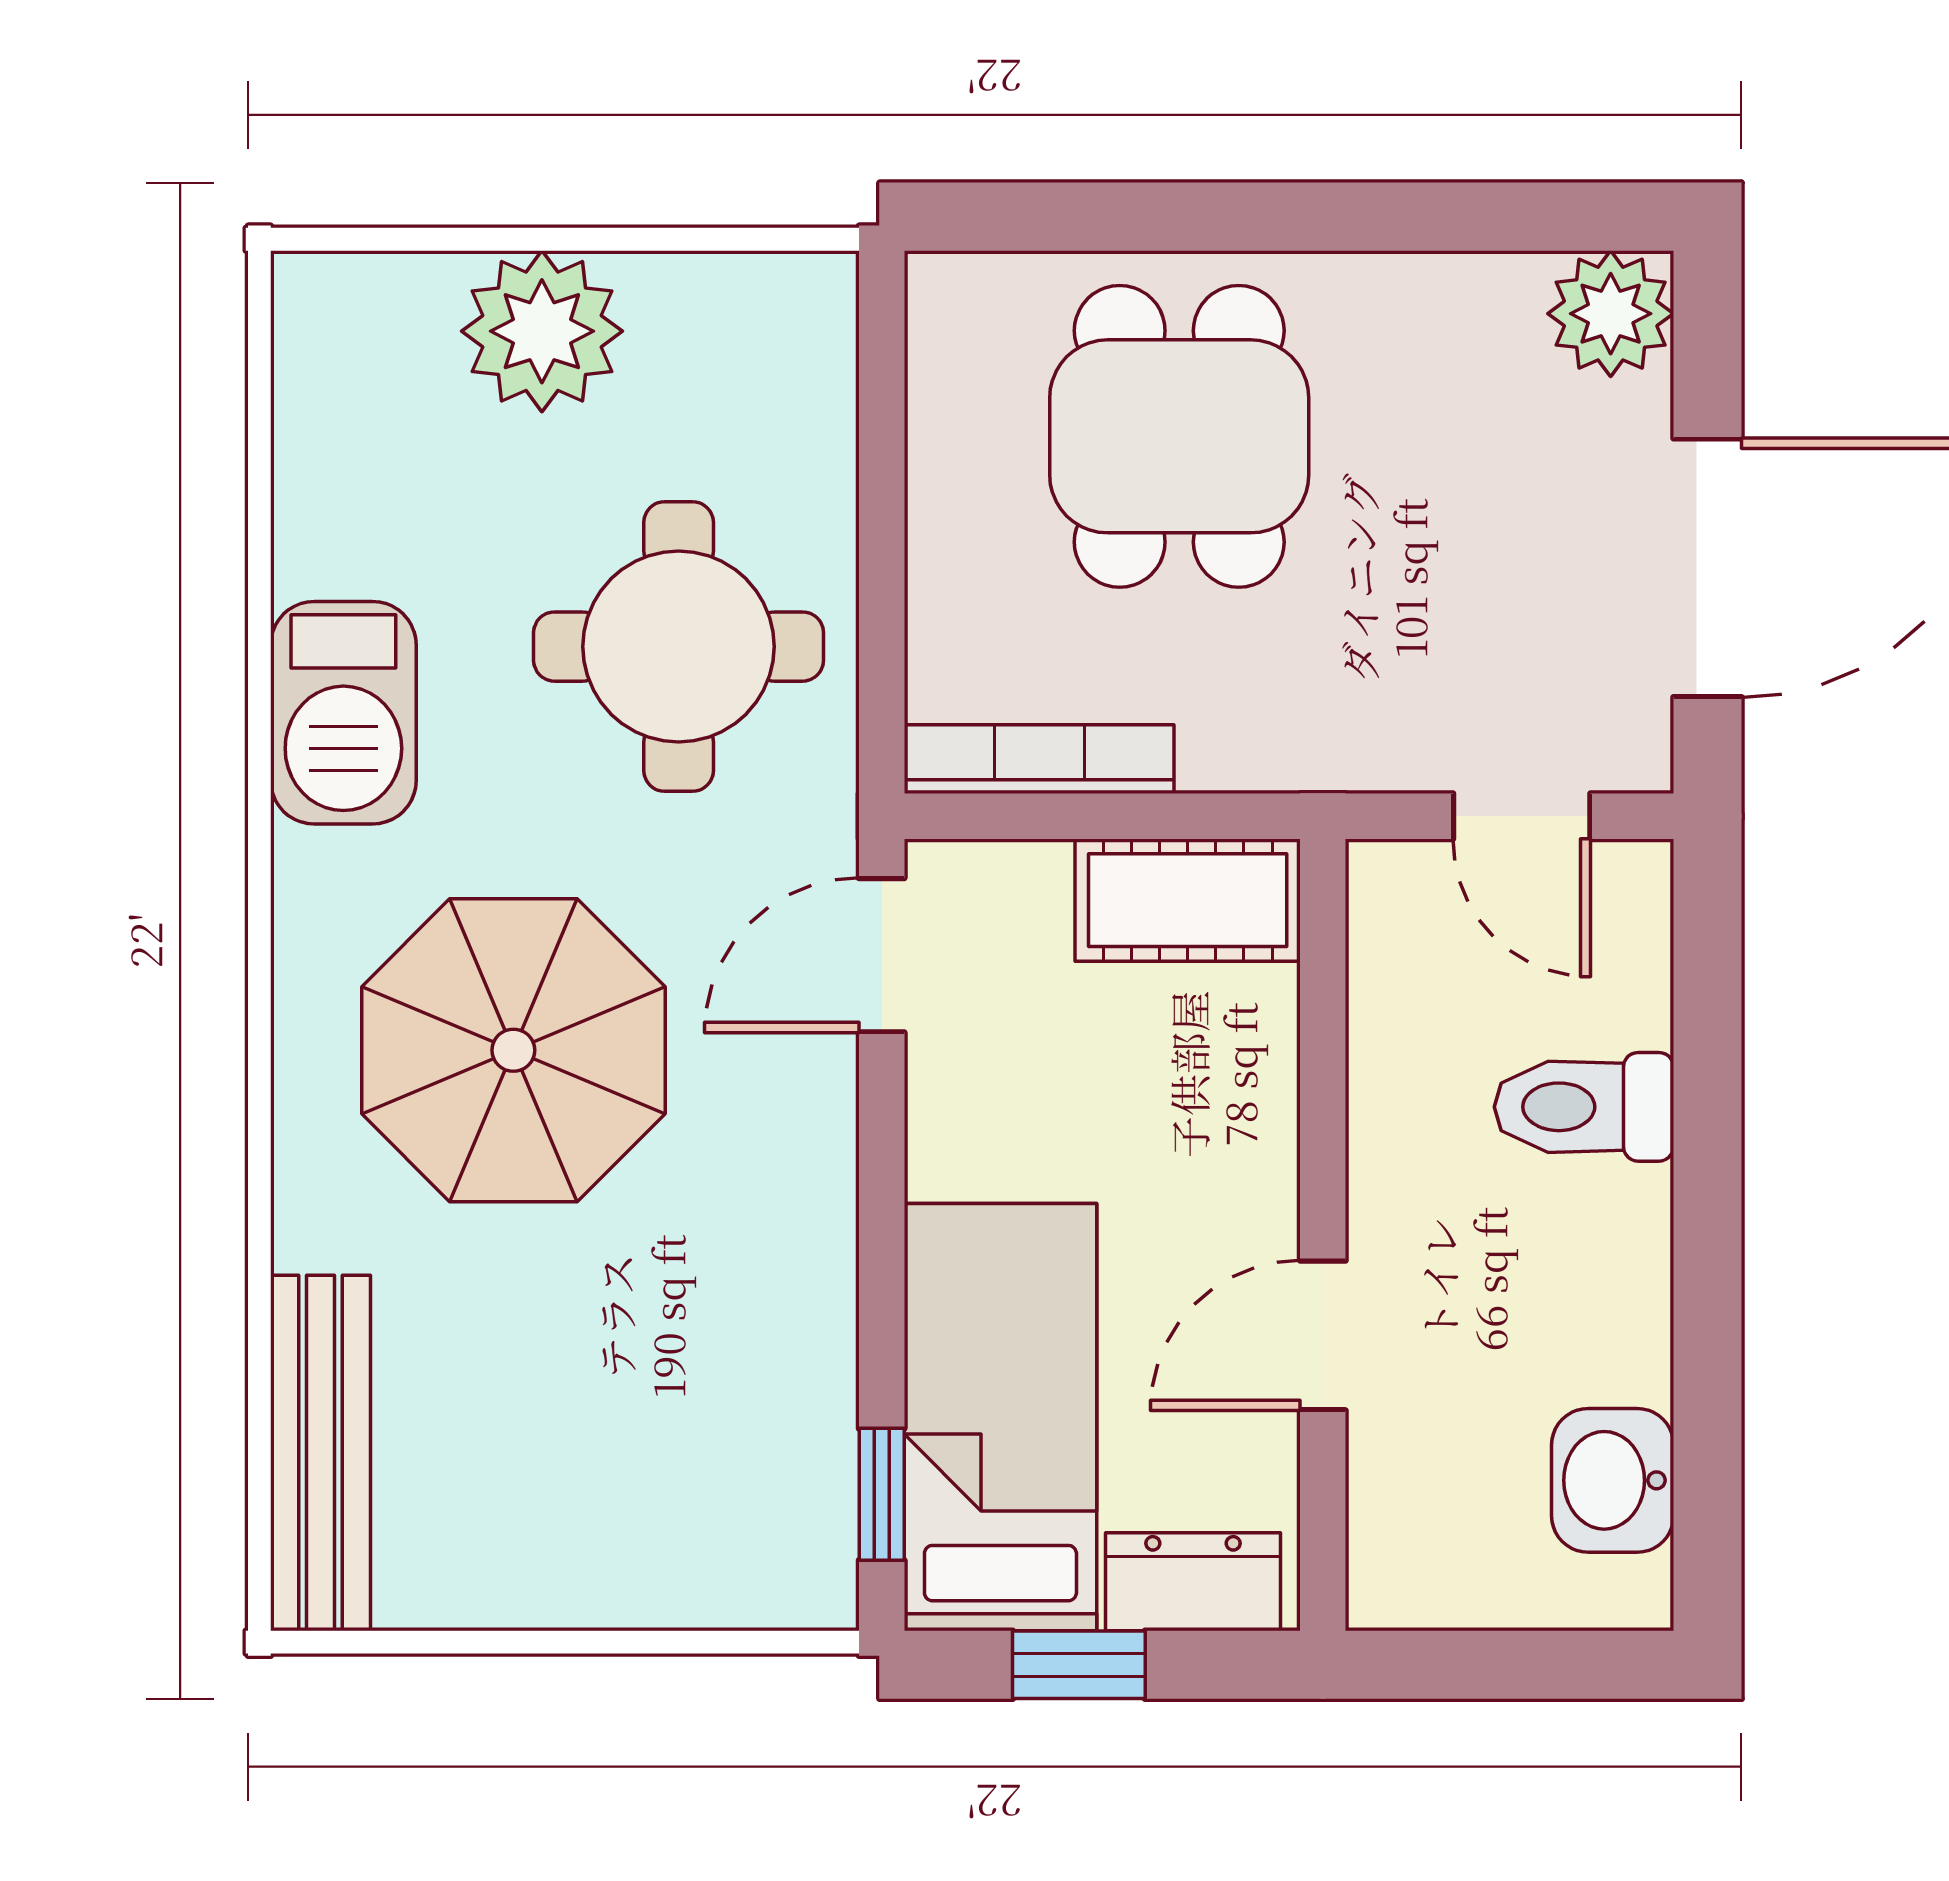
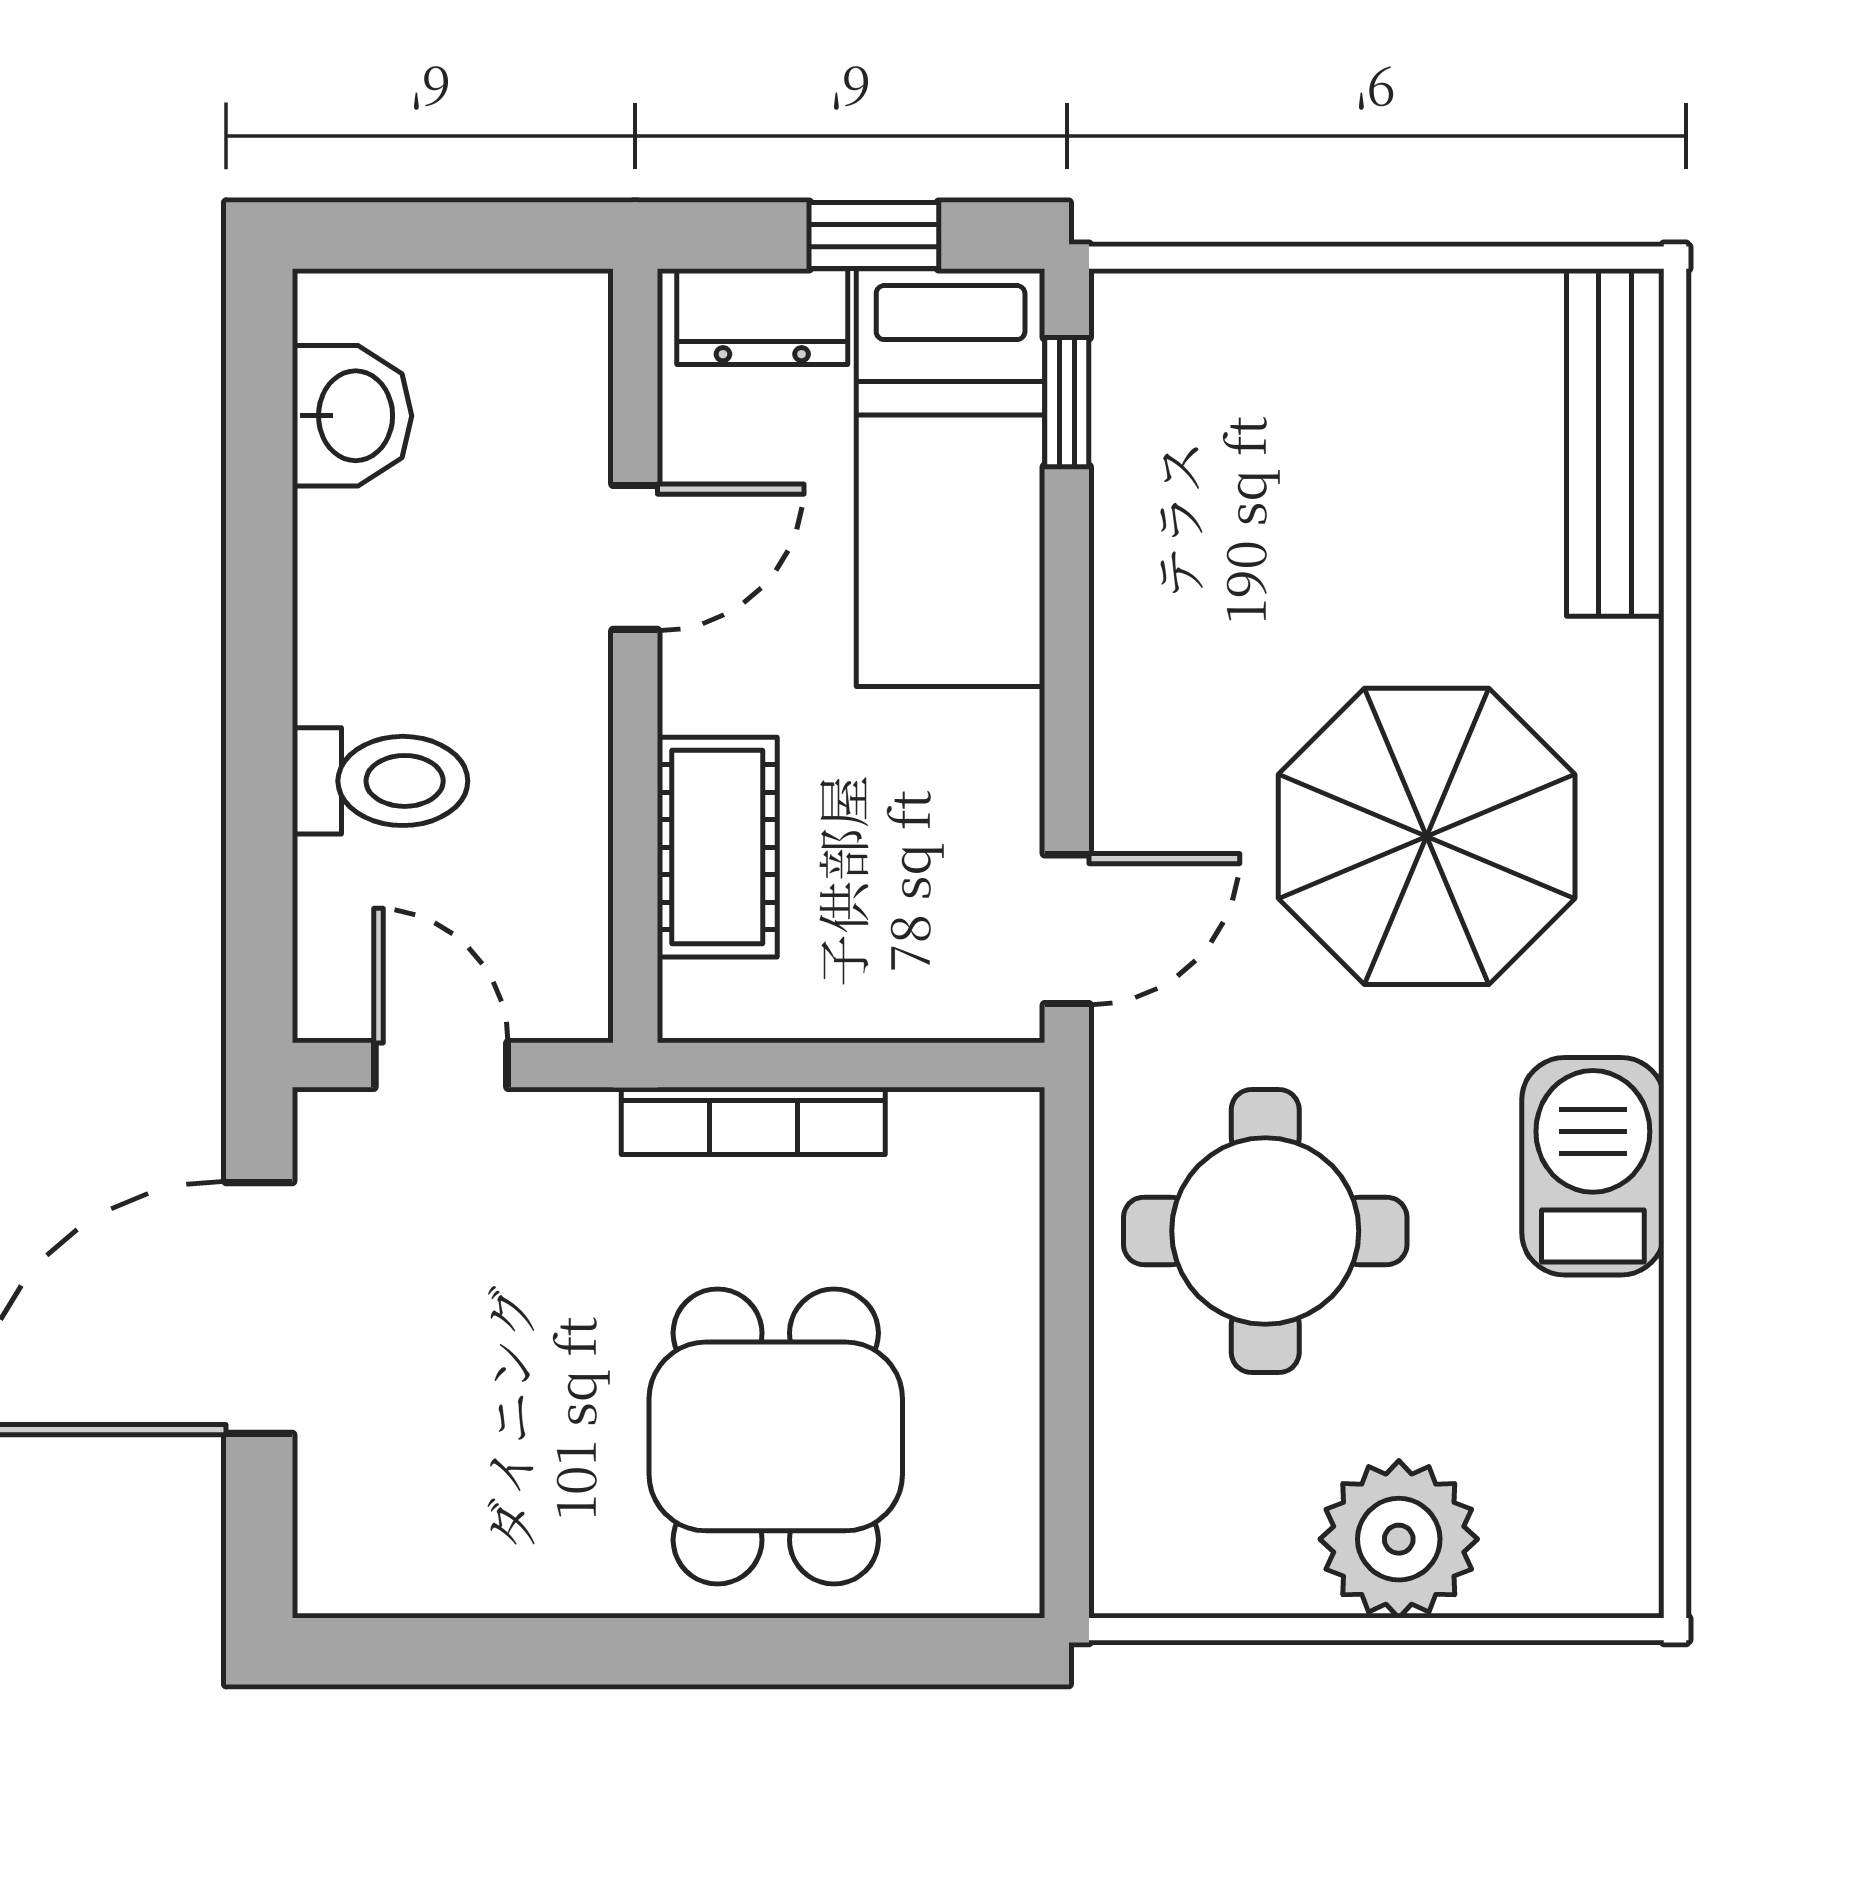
plant: (1611, 314) -> (354, 1556), removed
bookcase: (1039, 759) -> (753, 1121), moved
cot: (1188, 900) -> (717, 847), moved, turned 90

